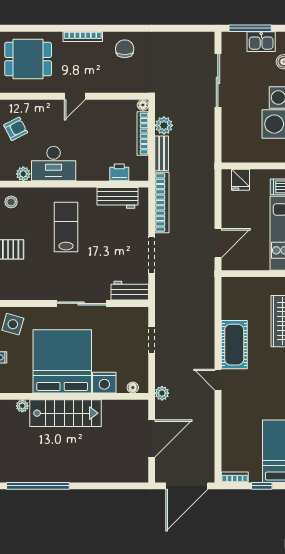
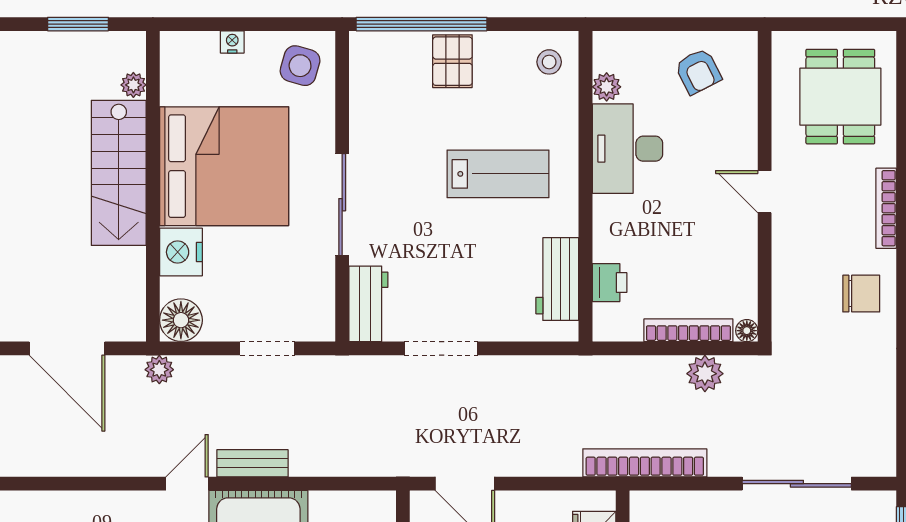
bench: (162, 153) -> (252, 463), moved
bookcase: (162, 203) -> (645, 463), moved, turned 180
floor lamp: (133, 388) -> (181, 320), width x1.89, depth x1.89

